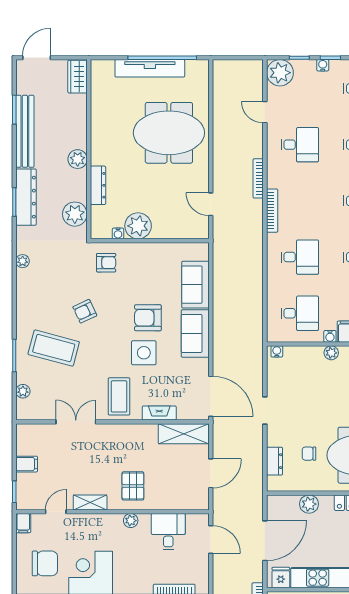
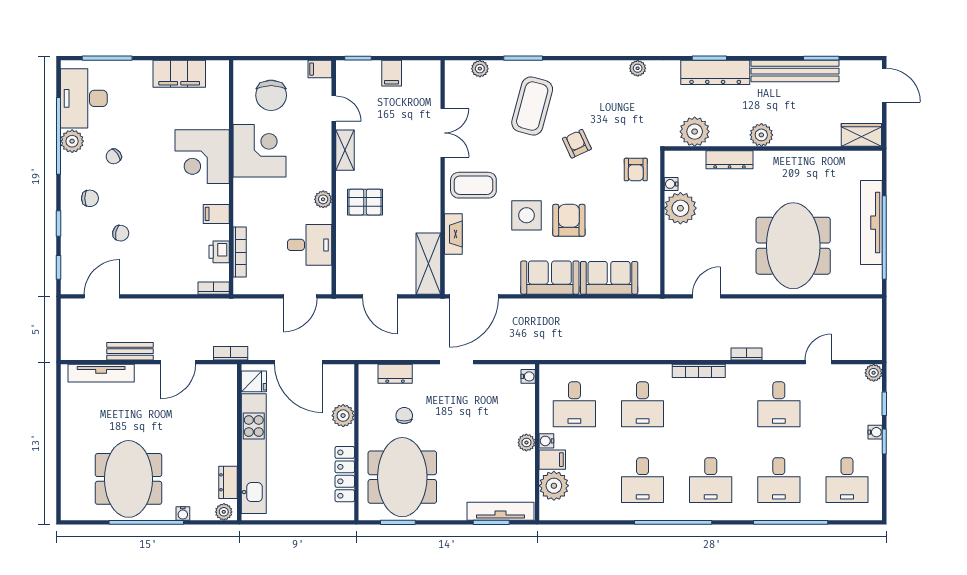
plant: (280, 73) -> (874, 373), width x0.53, depth x0.53
bookcase: (258, 178) -> (746, 354), width x0.64

